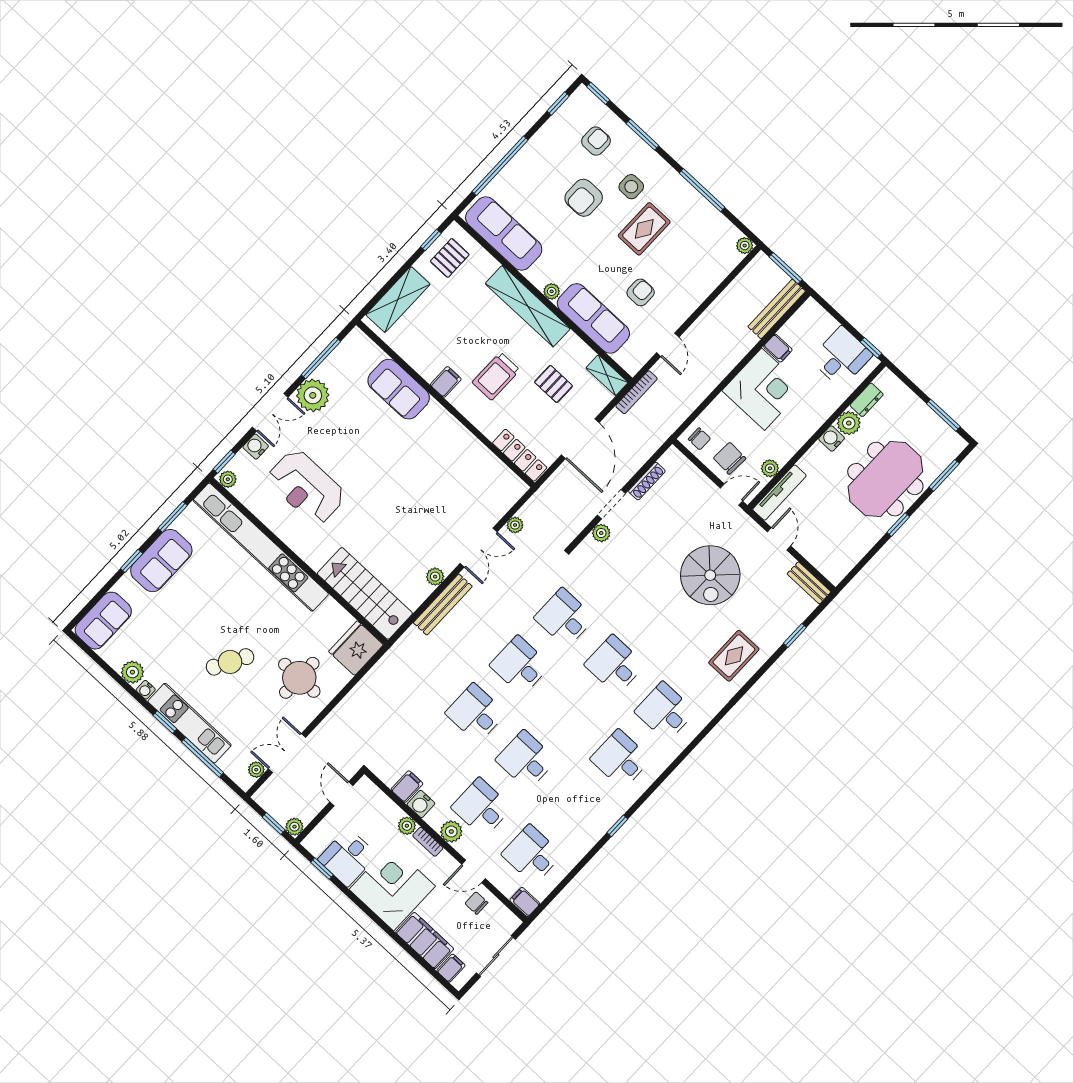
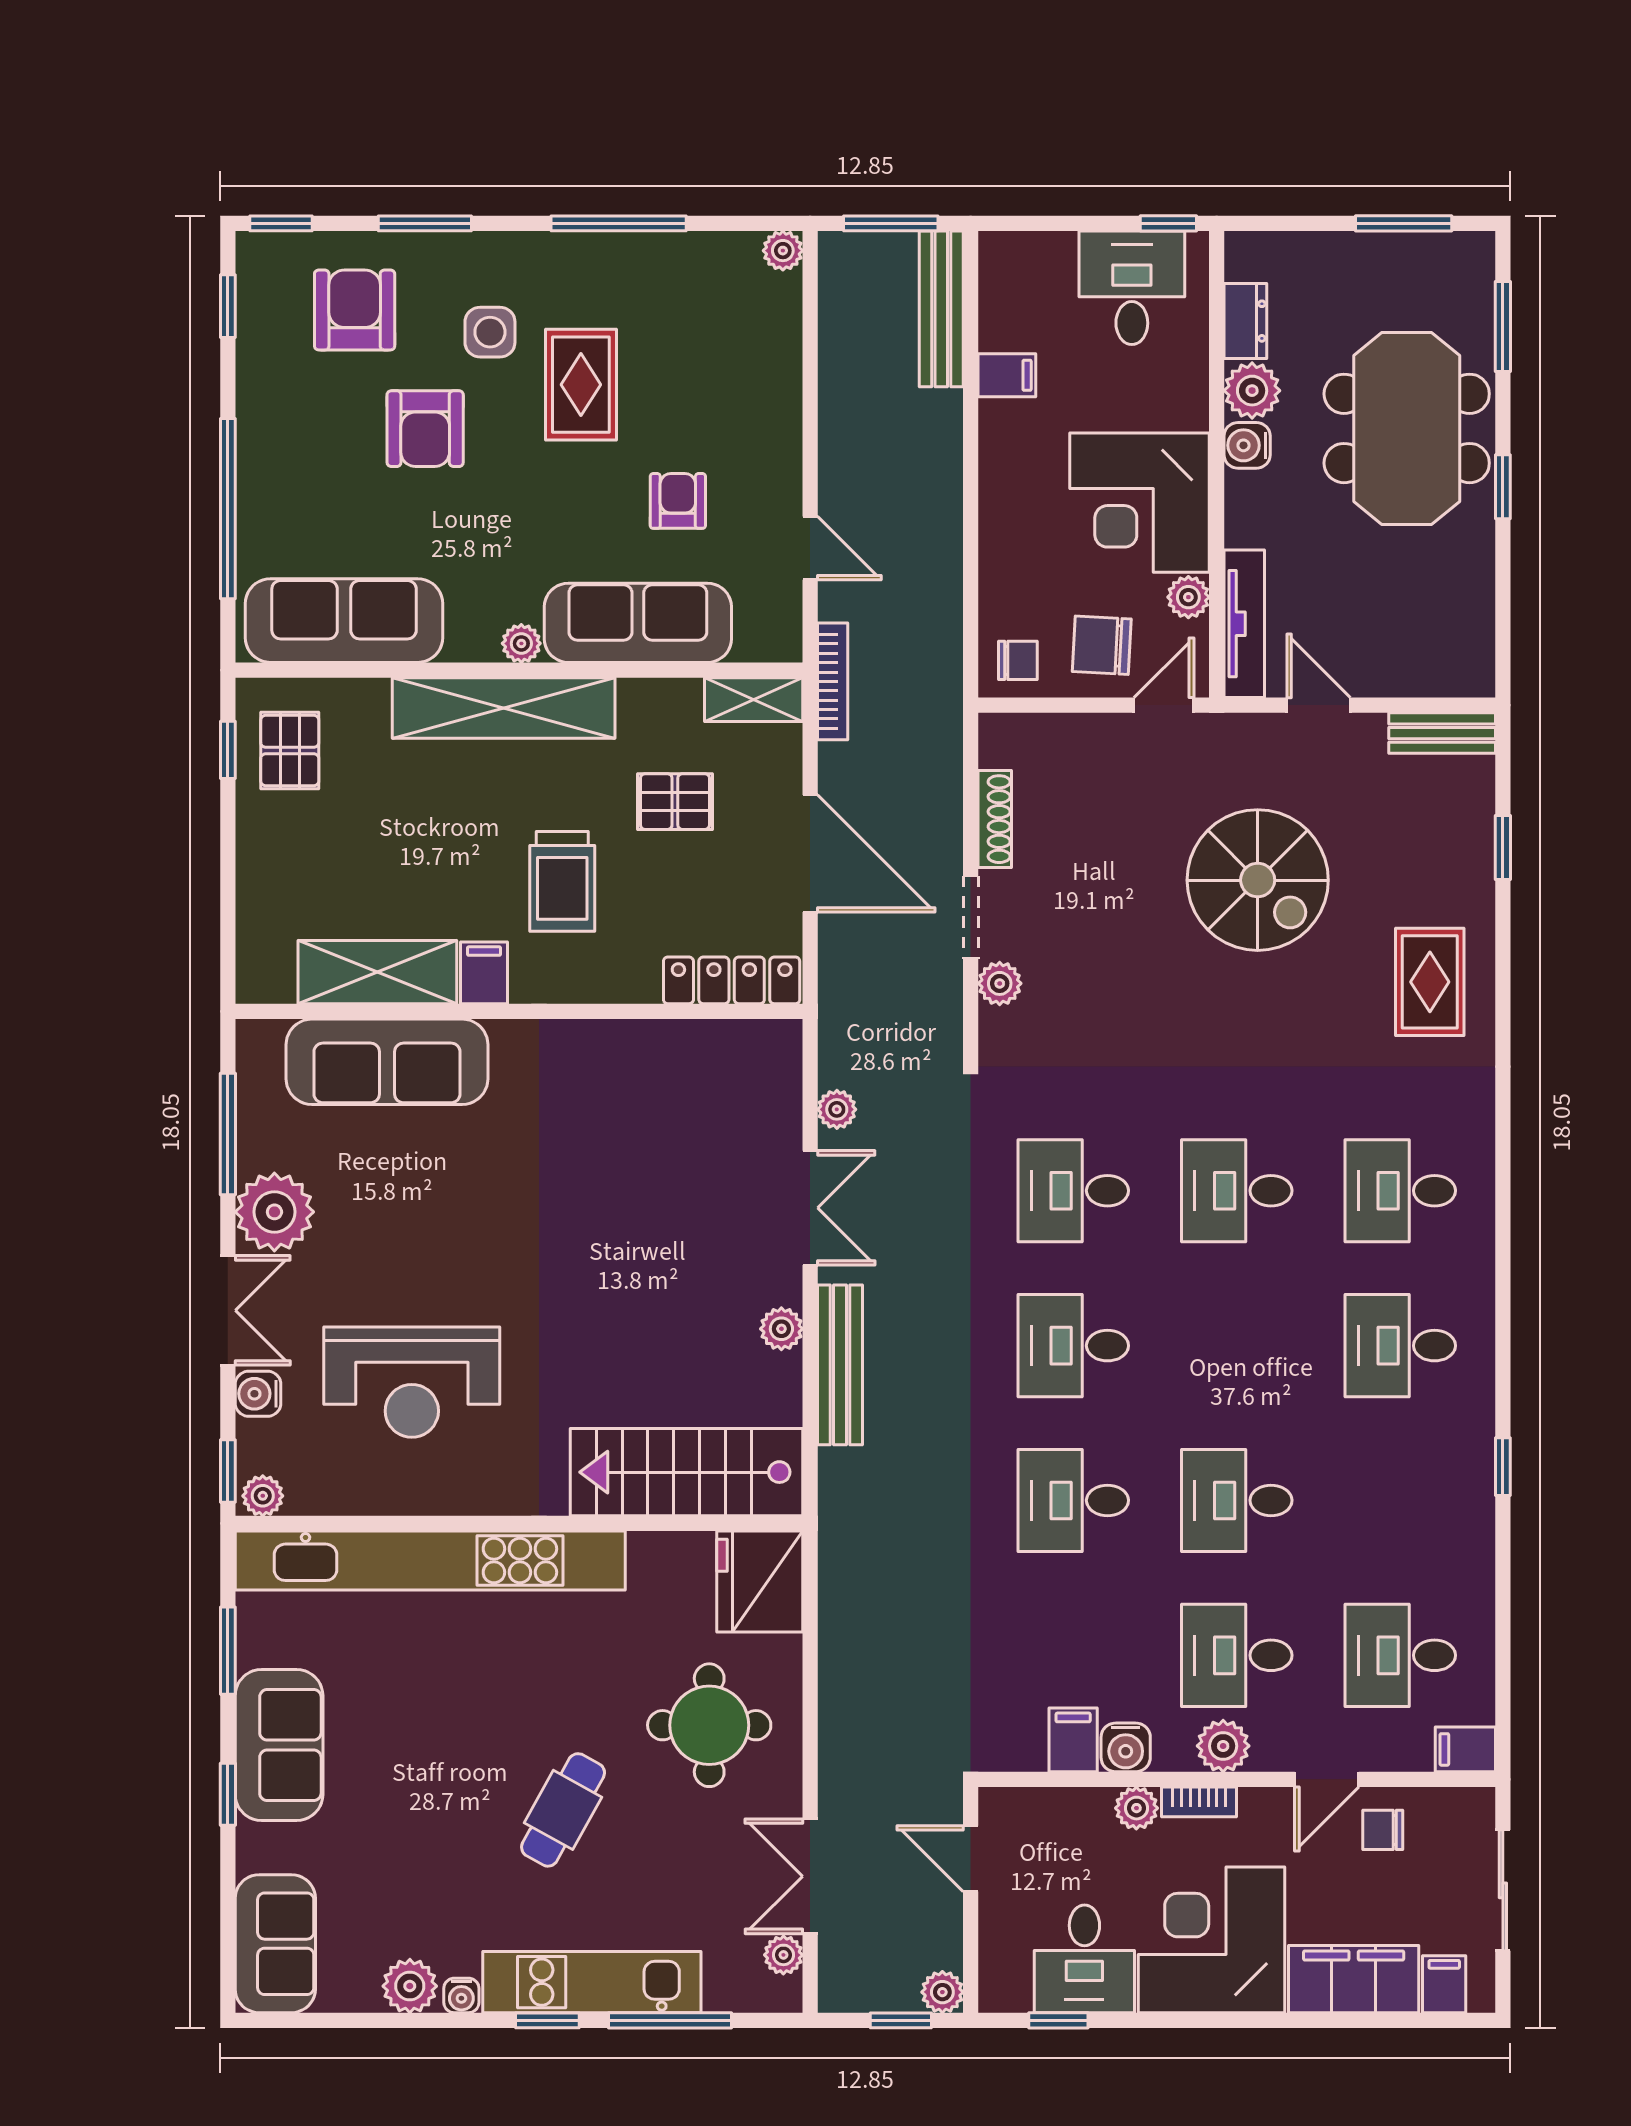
armchair: (596, 141) -> (355, 310), width x1.38, depth x1.38
shelving: (398, 299) -> (377, 972), moved, turned 90
sofa: (399, 389) -> (387, 1062), width x1.36
corner desk: (763, 389) -> (1139, 503), moved, turned 180

